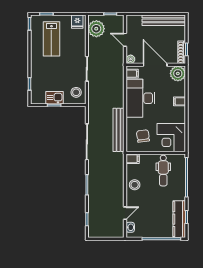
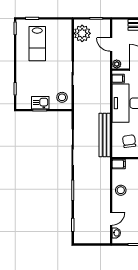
fridge: (77, 22) -> (63, 26), removed

